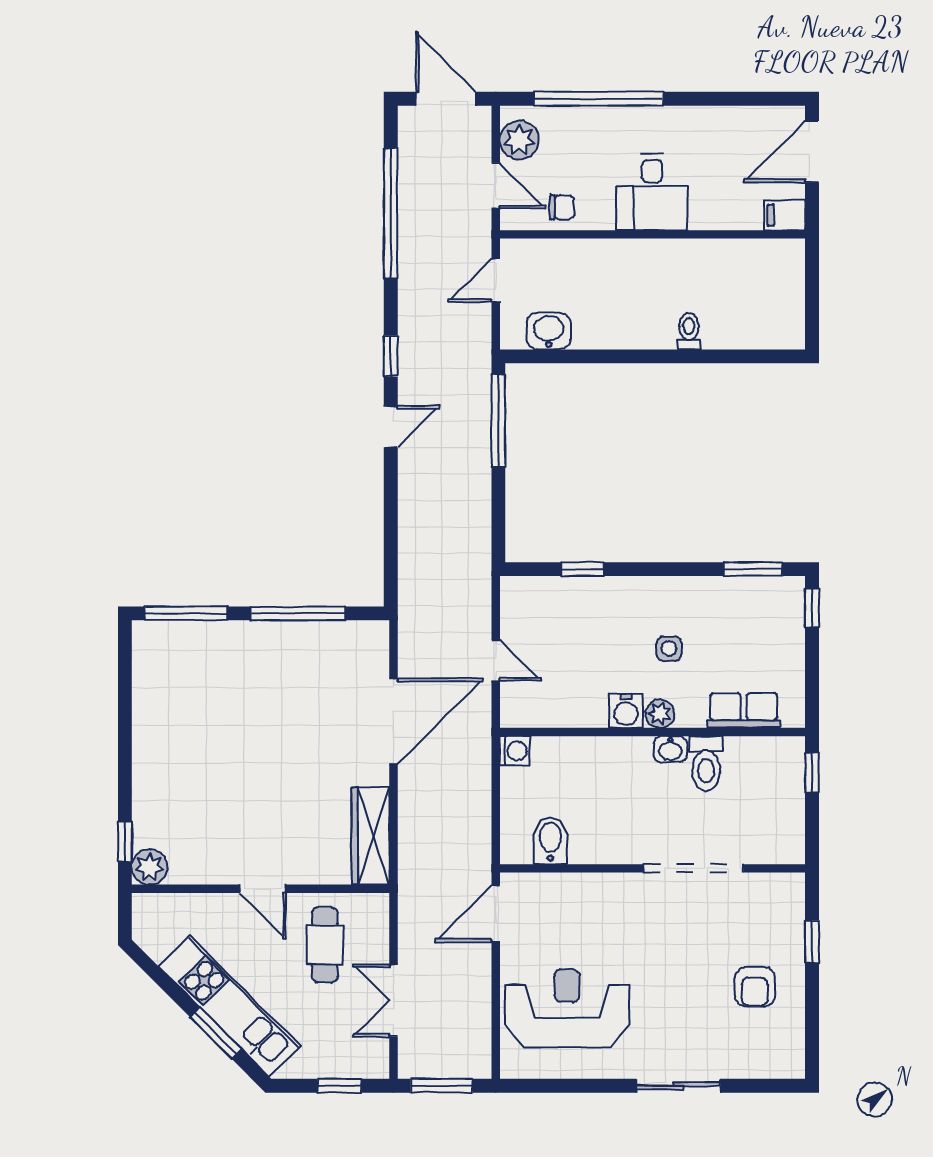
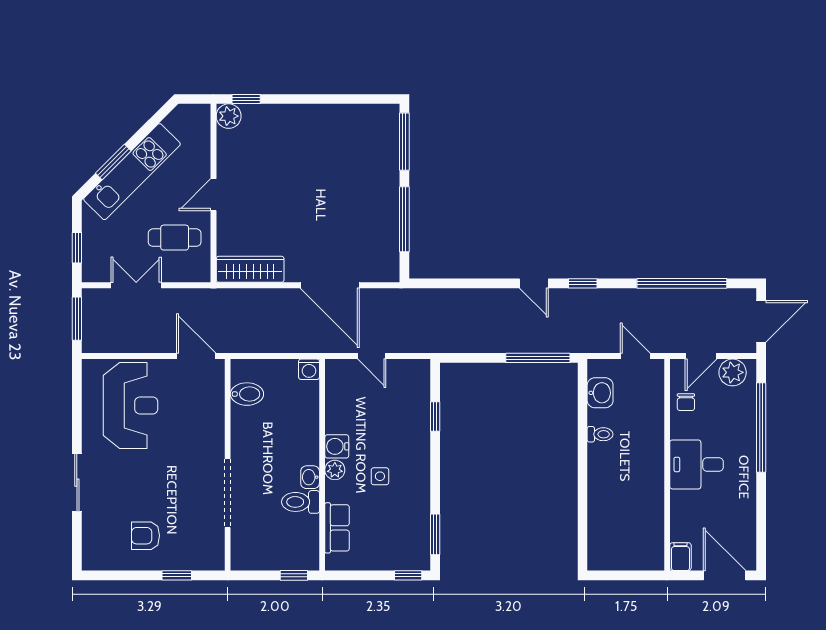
toilet: (689, 331) -> (600, 434), moved
door: (496, 660) -> (372, 356), hinge flipped

